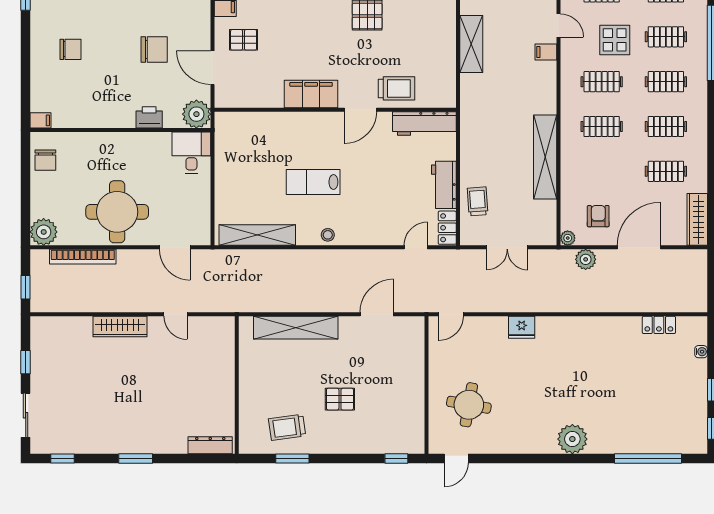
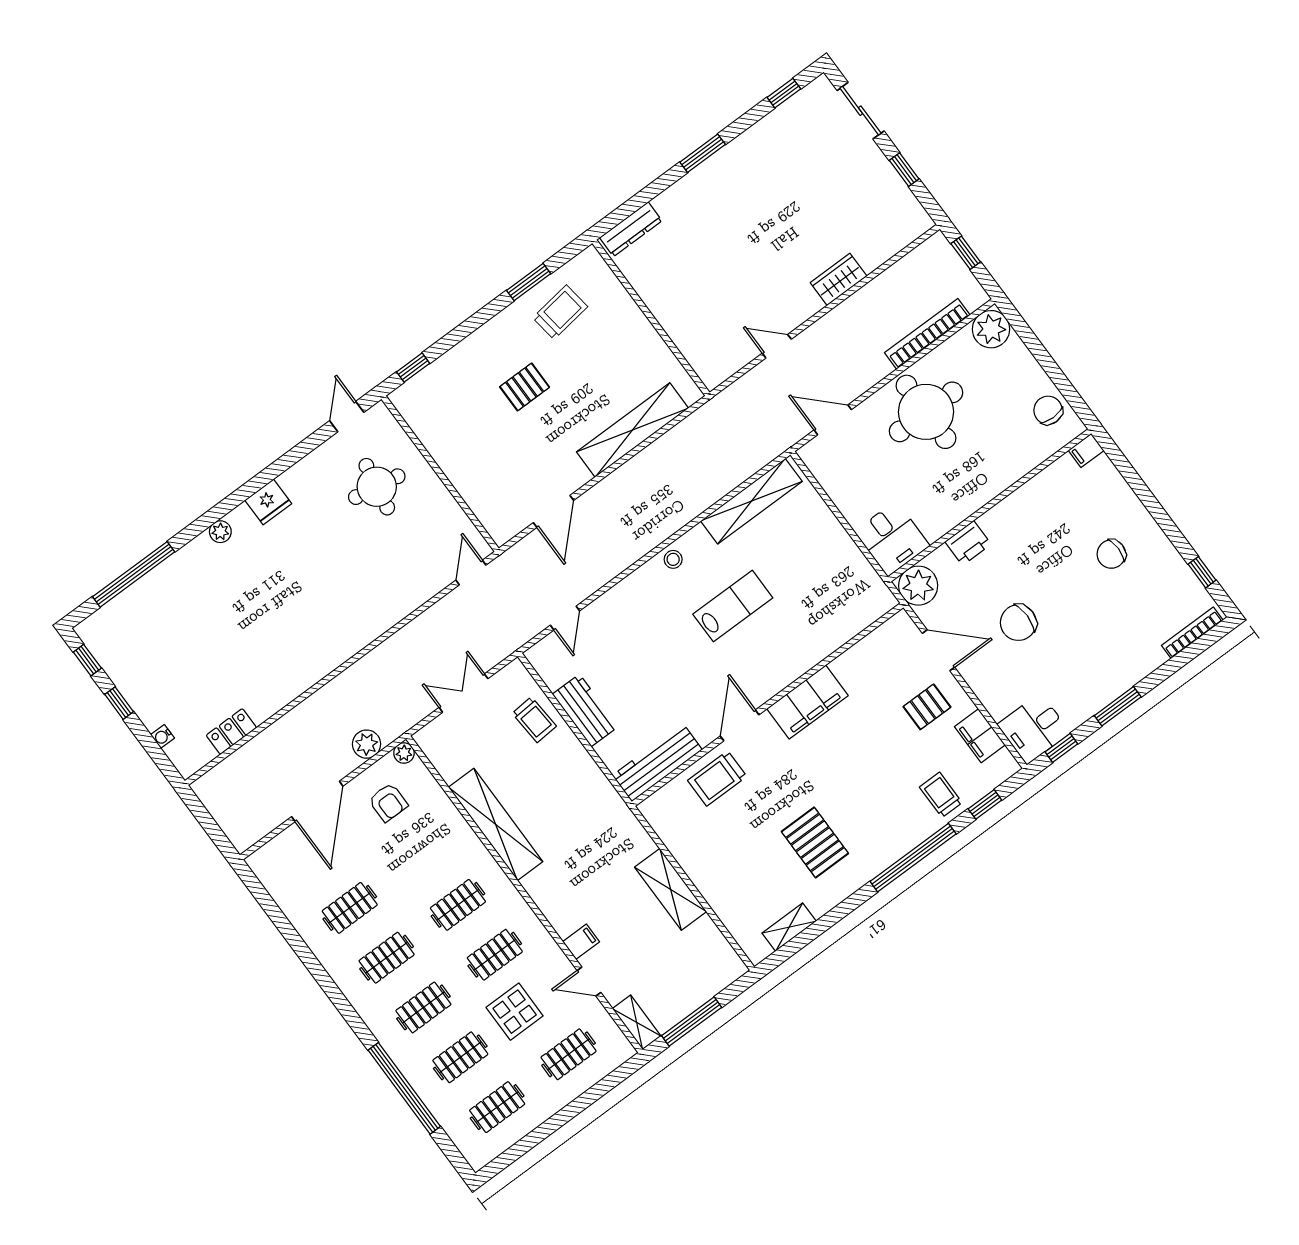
wardrobe: (697, 219) -> (275, 880), removed
locker: (447, 228) -> (546, 665), removed
wardrobe: (120, 327) -> (839, 279), width x0.67
fridge: (522, 327) -> (268, 502), moved, turned 180
plant: (572, 439) -> (220, 532), width x0.53, depth x0.53

